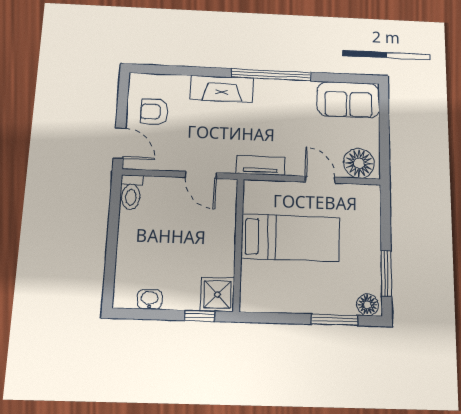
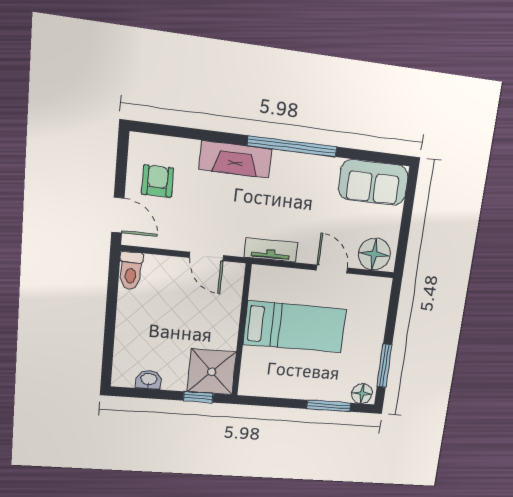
armchair: (154, 112) -> (158, 181), turned 90
shower: (217, 294) -> (212, 372), width x1.36, depth x1.36

